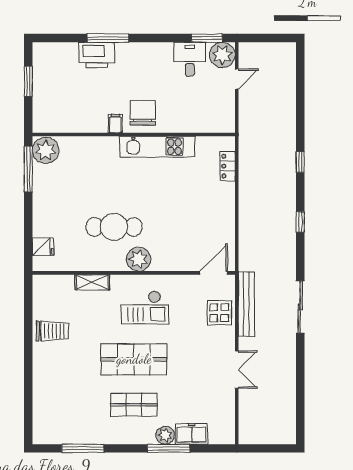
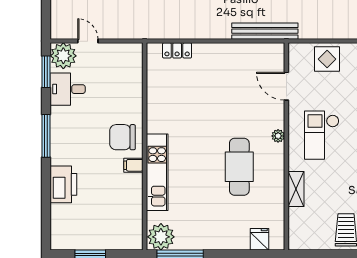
window: (108, 38) -> (46, 136), moved
kitchen unit: (157, 147) -> (157, 172), moved
plant: (139, 259) -> (278, 136), width x0.53, depth x0.53
door: (214, 273) -> (286, 86), moved
bench: (246, 304) -> (265, 31), moved
checkout: (145, 307) -> (322, 135), turned 180

